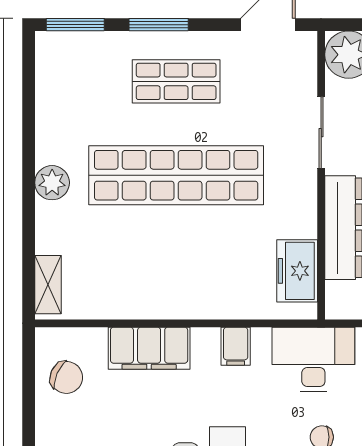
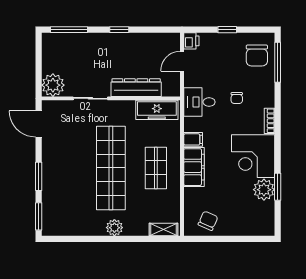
shop shelf: (176, 81) -> (156, 168), moved
freezer: (297, 271) -> (157, 110), width x1.40
filing cabinet: (149, 348) -> (194, 167), moved
desk: (313, 359) -> (199, 102), width x0.73

